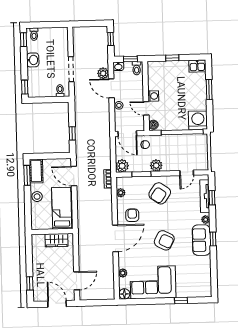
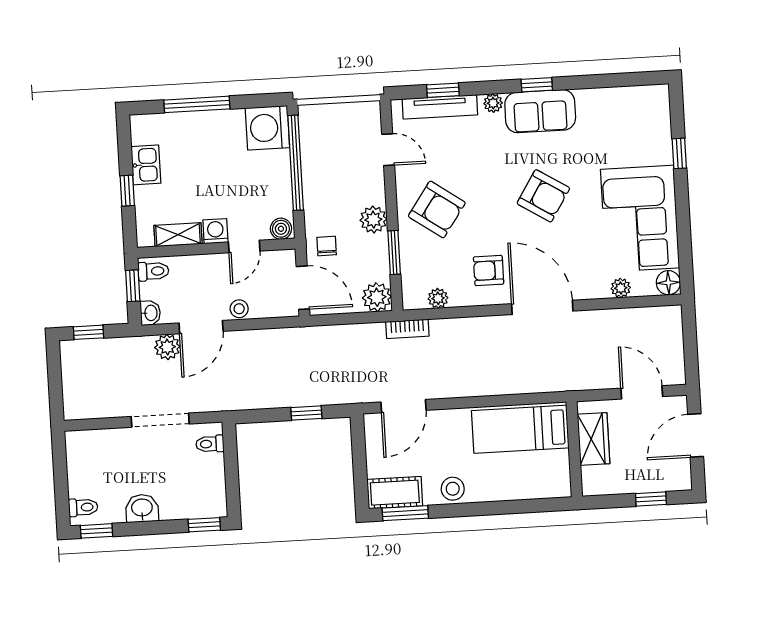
kitchen sink: (197, 66) -> (146, 165), moved
shelving: (152, 80) -> (178, 235), added
window: (209, 90) -> (197, 104), width x1.44
door: (127, 134) -> (303, 288), hinge flipped
bed: (62, 208) -> (520, 429), moved
wall: (52, 232) -> (574, 449), moved
wardrobe: (56, 240) -> (593, 439), moved
armchair: (164, 240) -> (543, 196), turned 95

